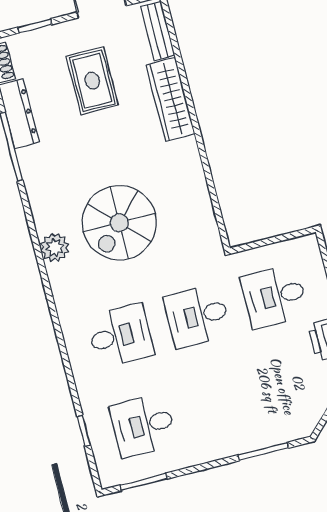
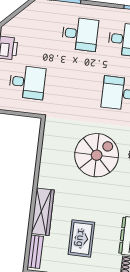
desk: (197, 316) -> (80, 34), moved

